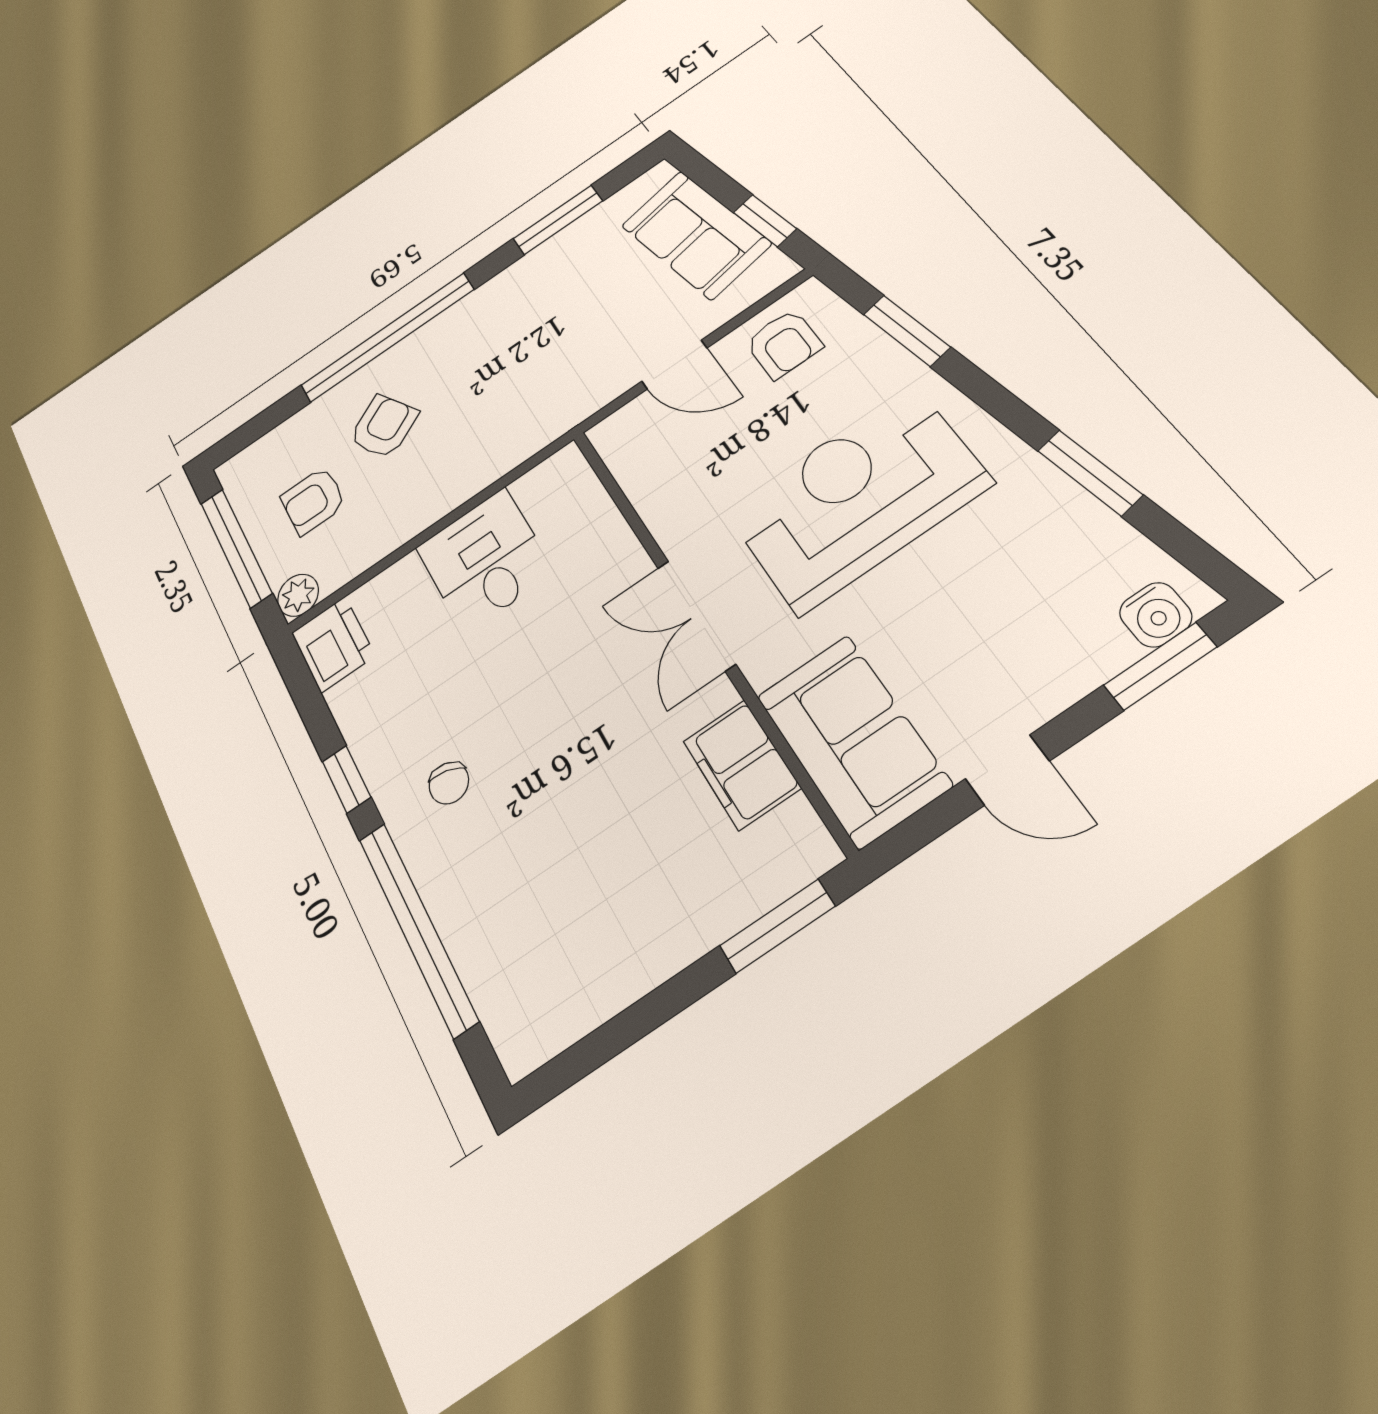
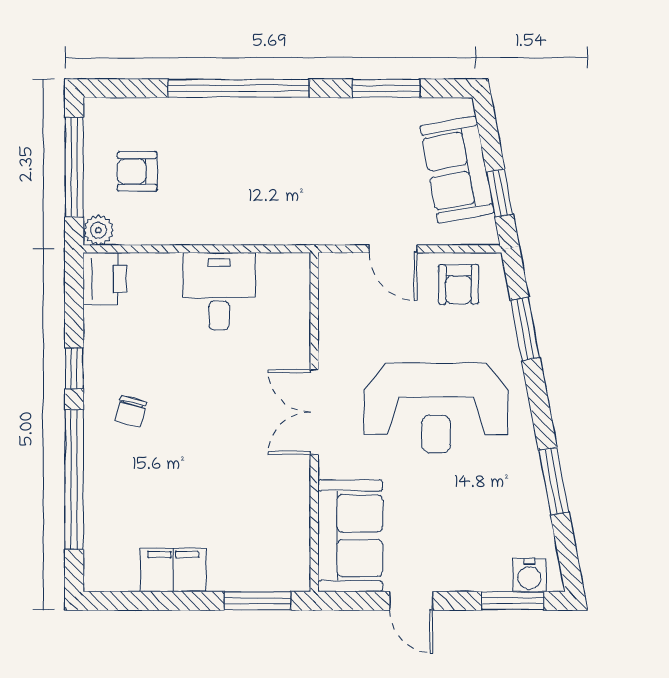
armchair: (384, 426) -> (205, 153), removed
reception desk: (857, 498) -> (436, 408), turned 180
filing cabinet: (742, 765) -> (173, 570), moved, turned 90

